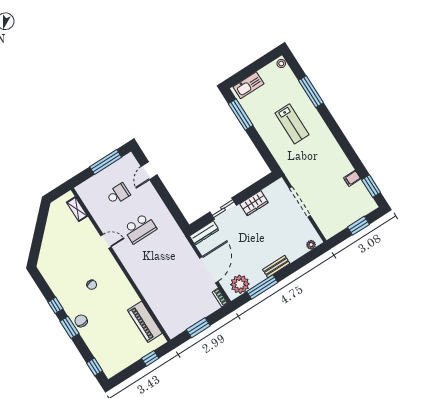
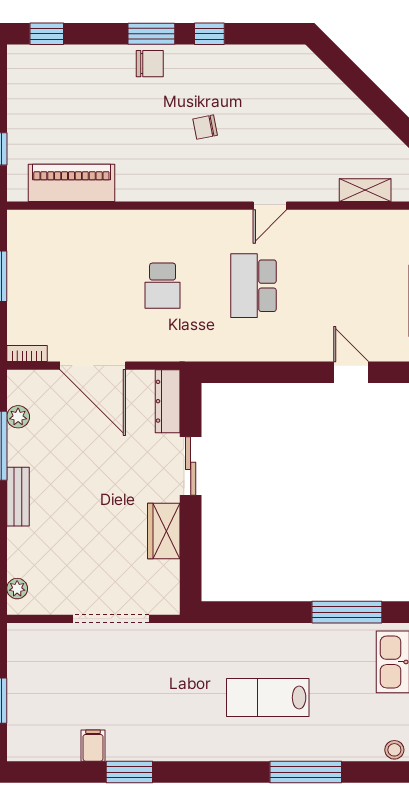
window: (371, 186) -> (129, 772), moved
school desk: (118, 194) -> (163, 286), moved
plant: (240, 284) -> (18, 417), width x0.53, depth x0.53

